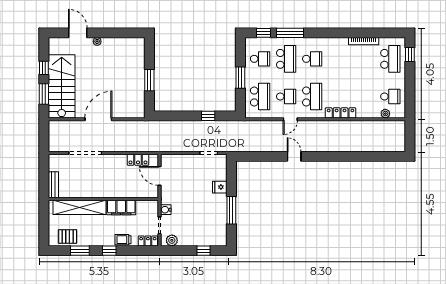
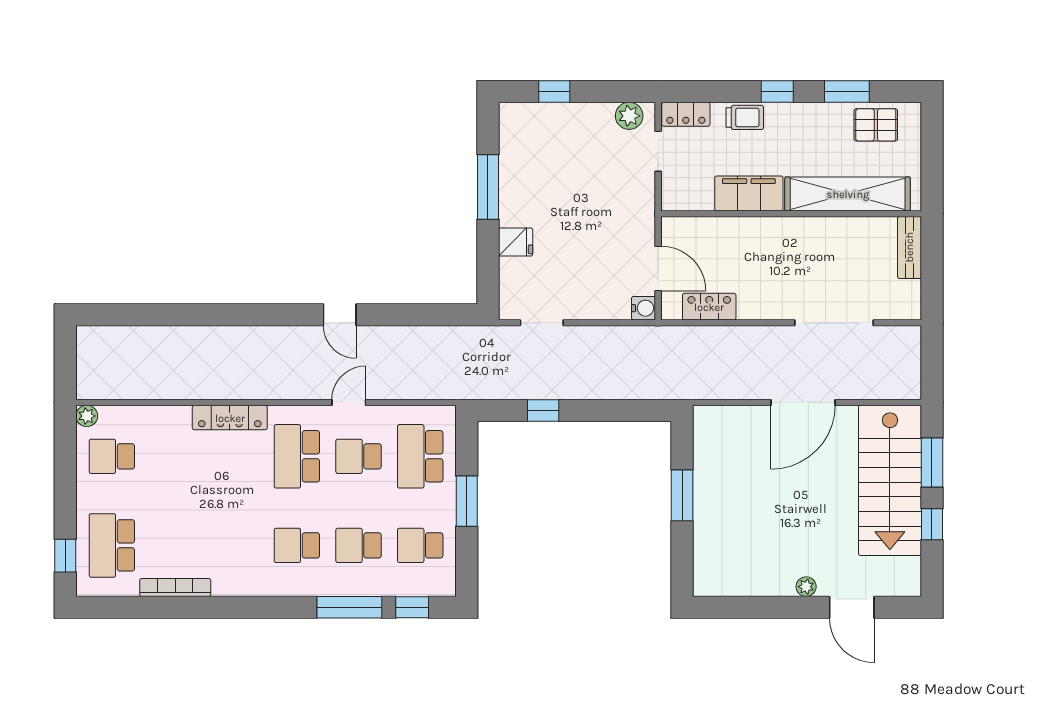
school desk: (286, 59) -> (359, 545), width x0.54
plant: (385, 114) -> (87, 416), moved
water cooler: (166, 210) -> (644, 308), moved

